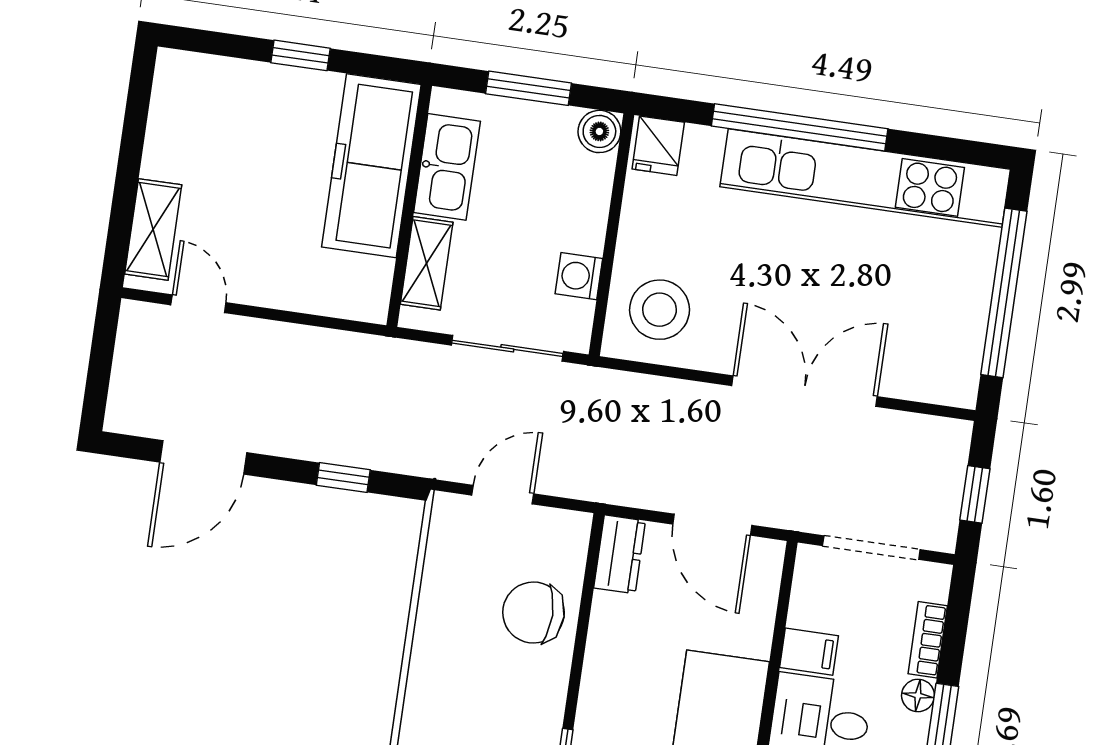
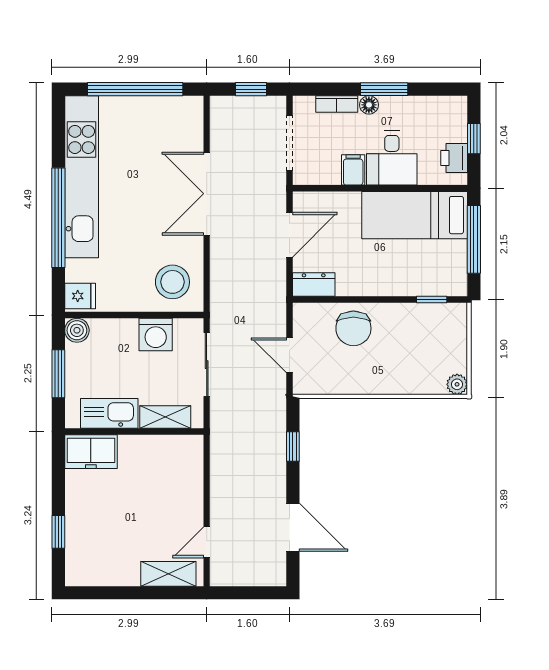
window: (300, 55) -> (58, 532), moved
freezer: (371, 166) -> (91, 452), width x0.52, depth x0.79
washing machine: (579, 276) -> (156, 335), width x1.38, depth x1.38

